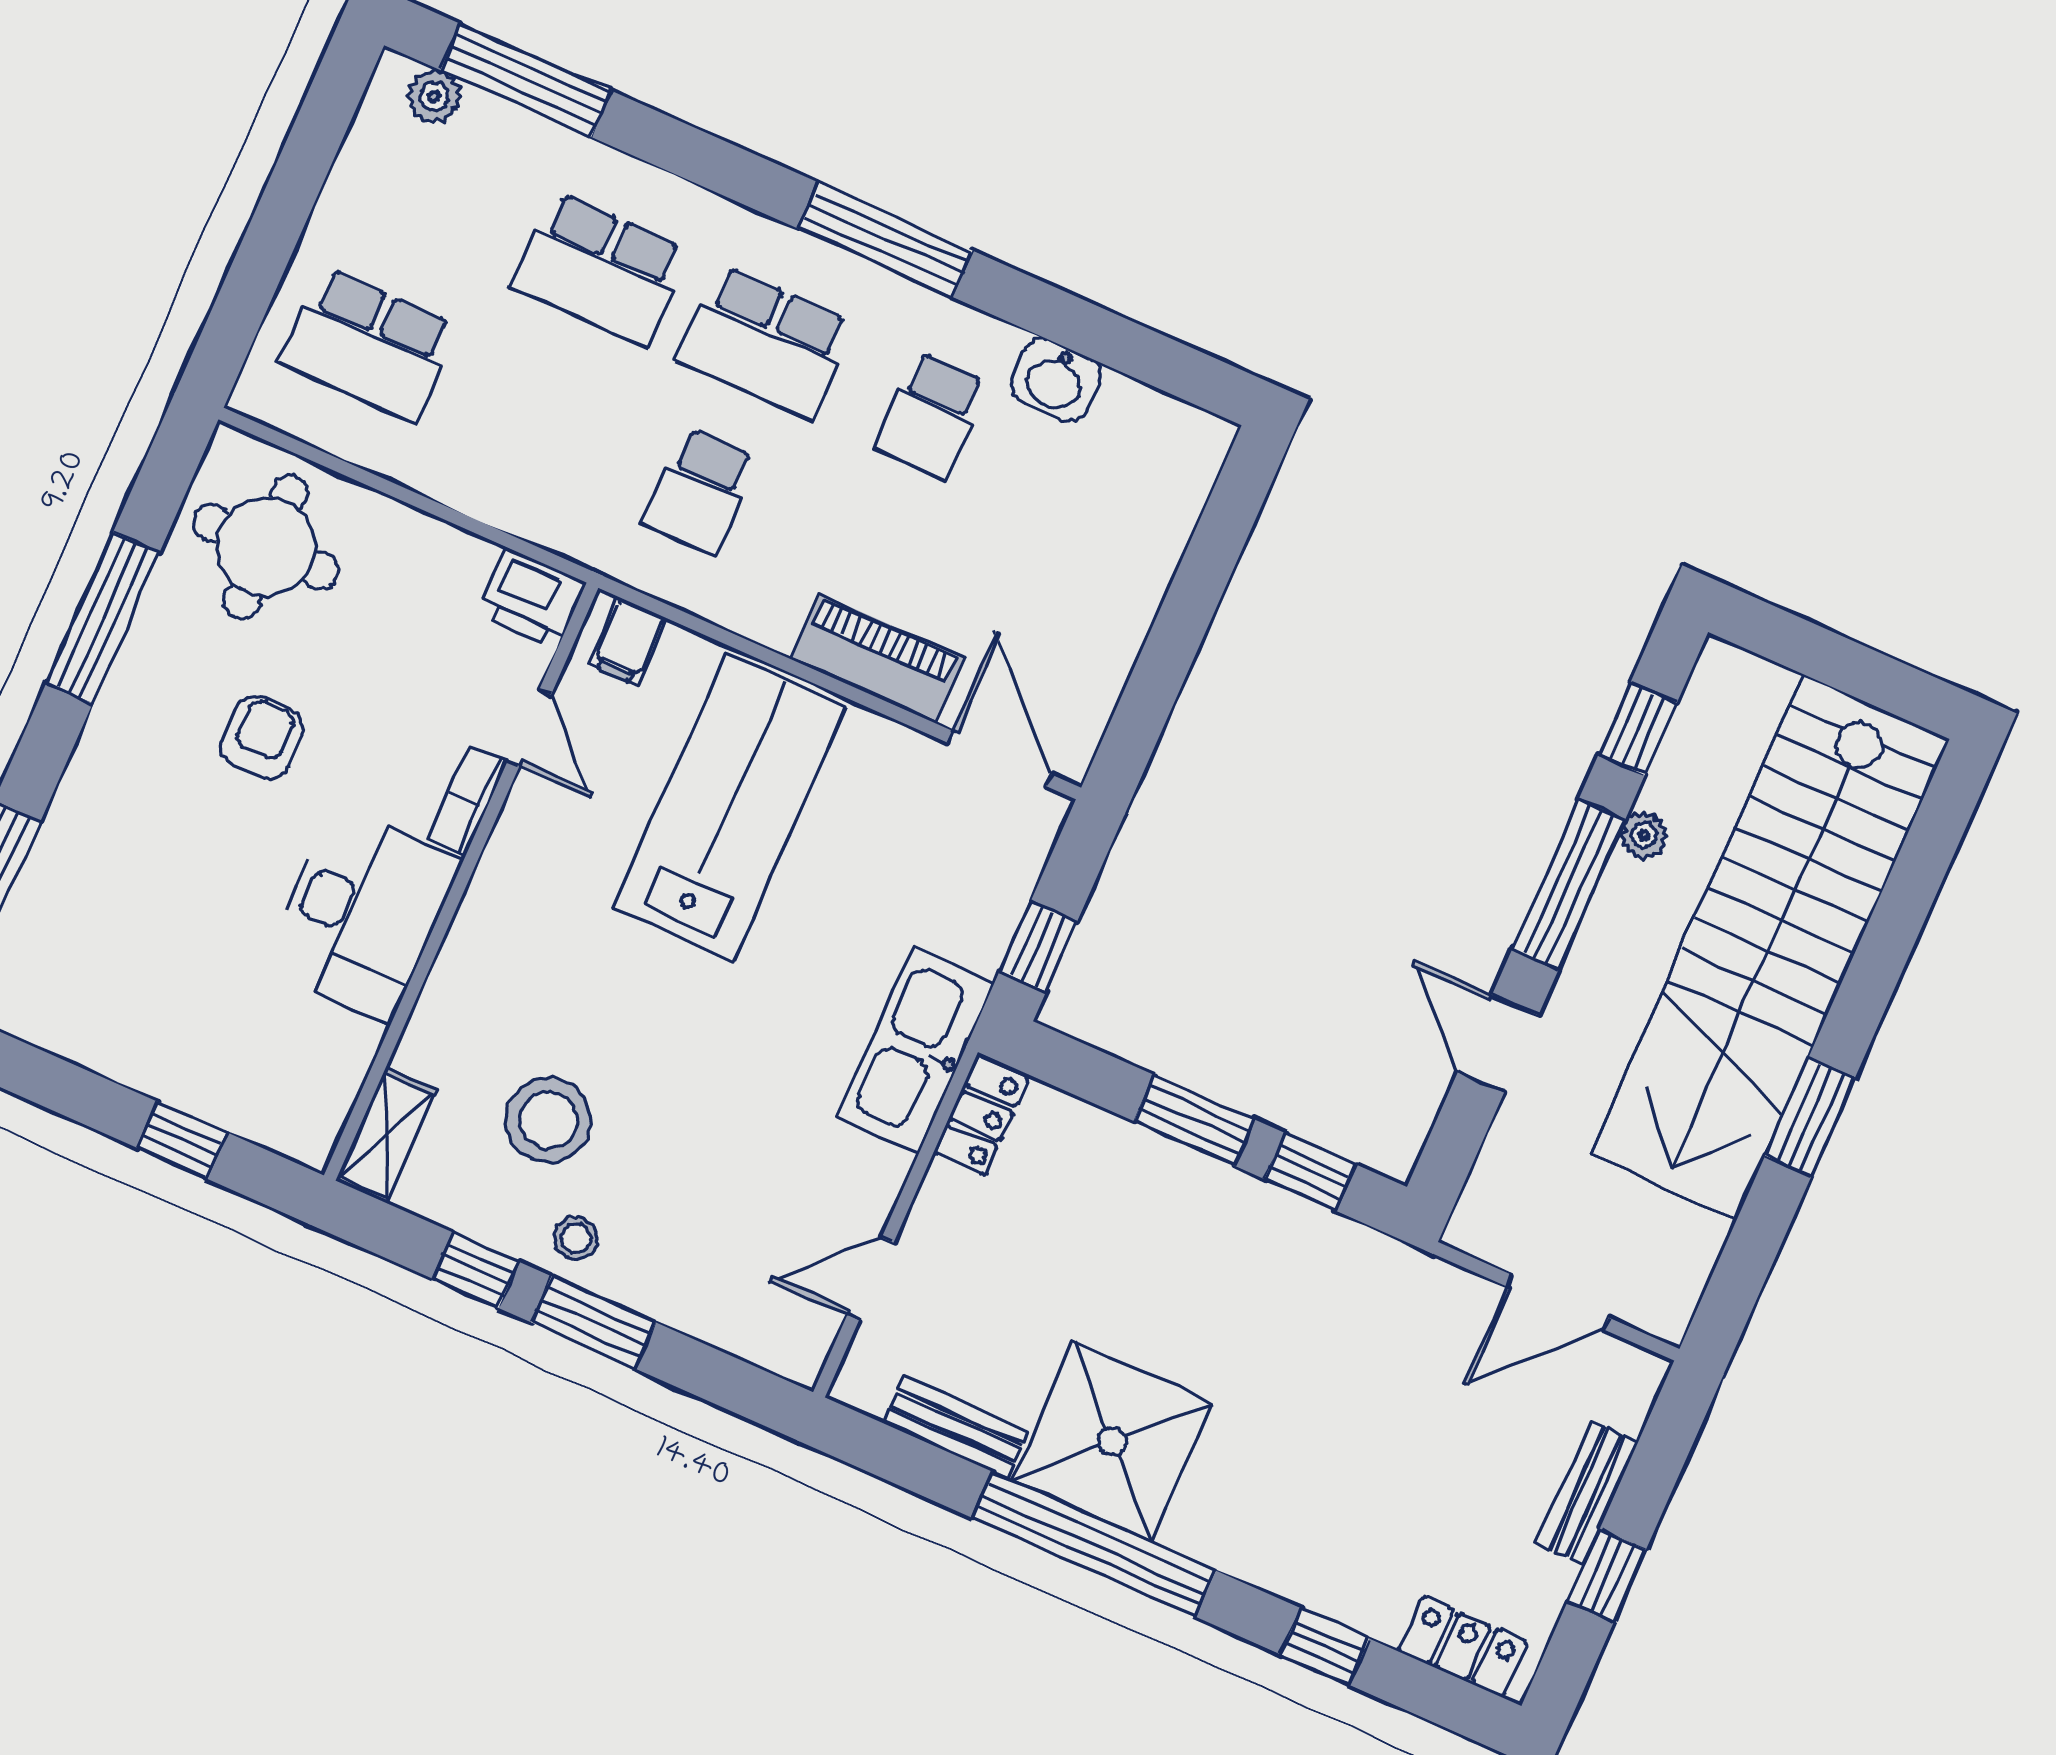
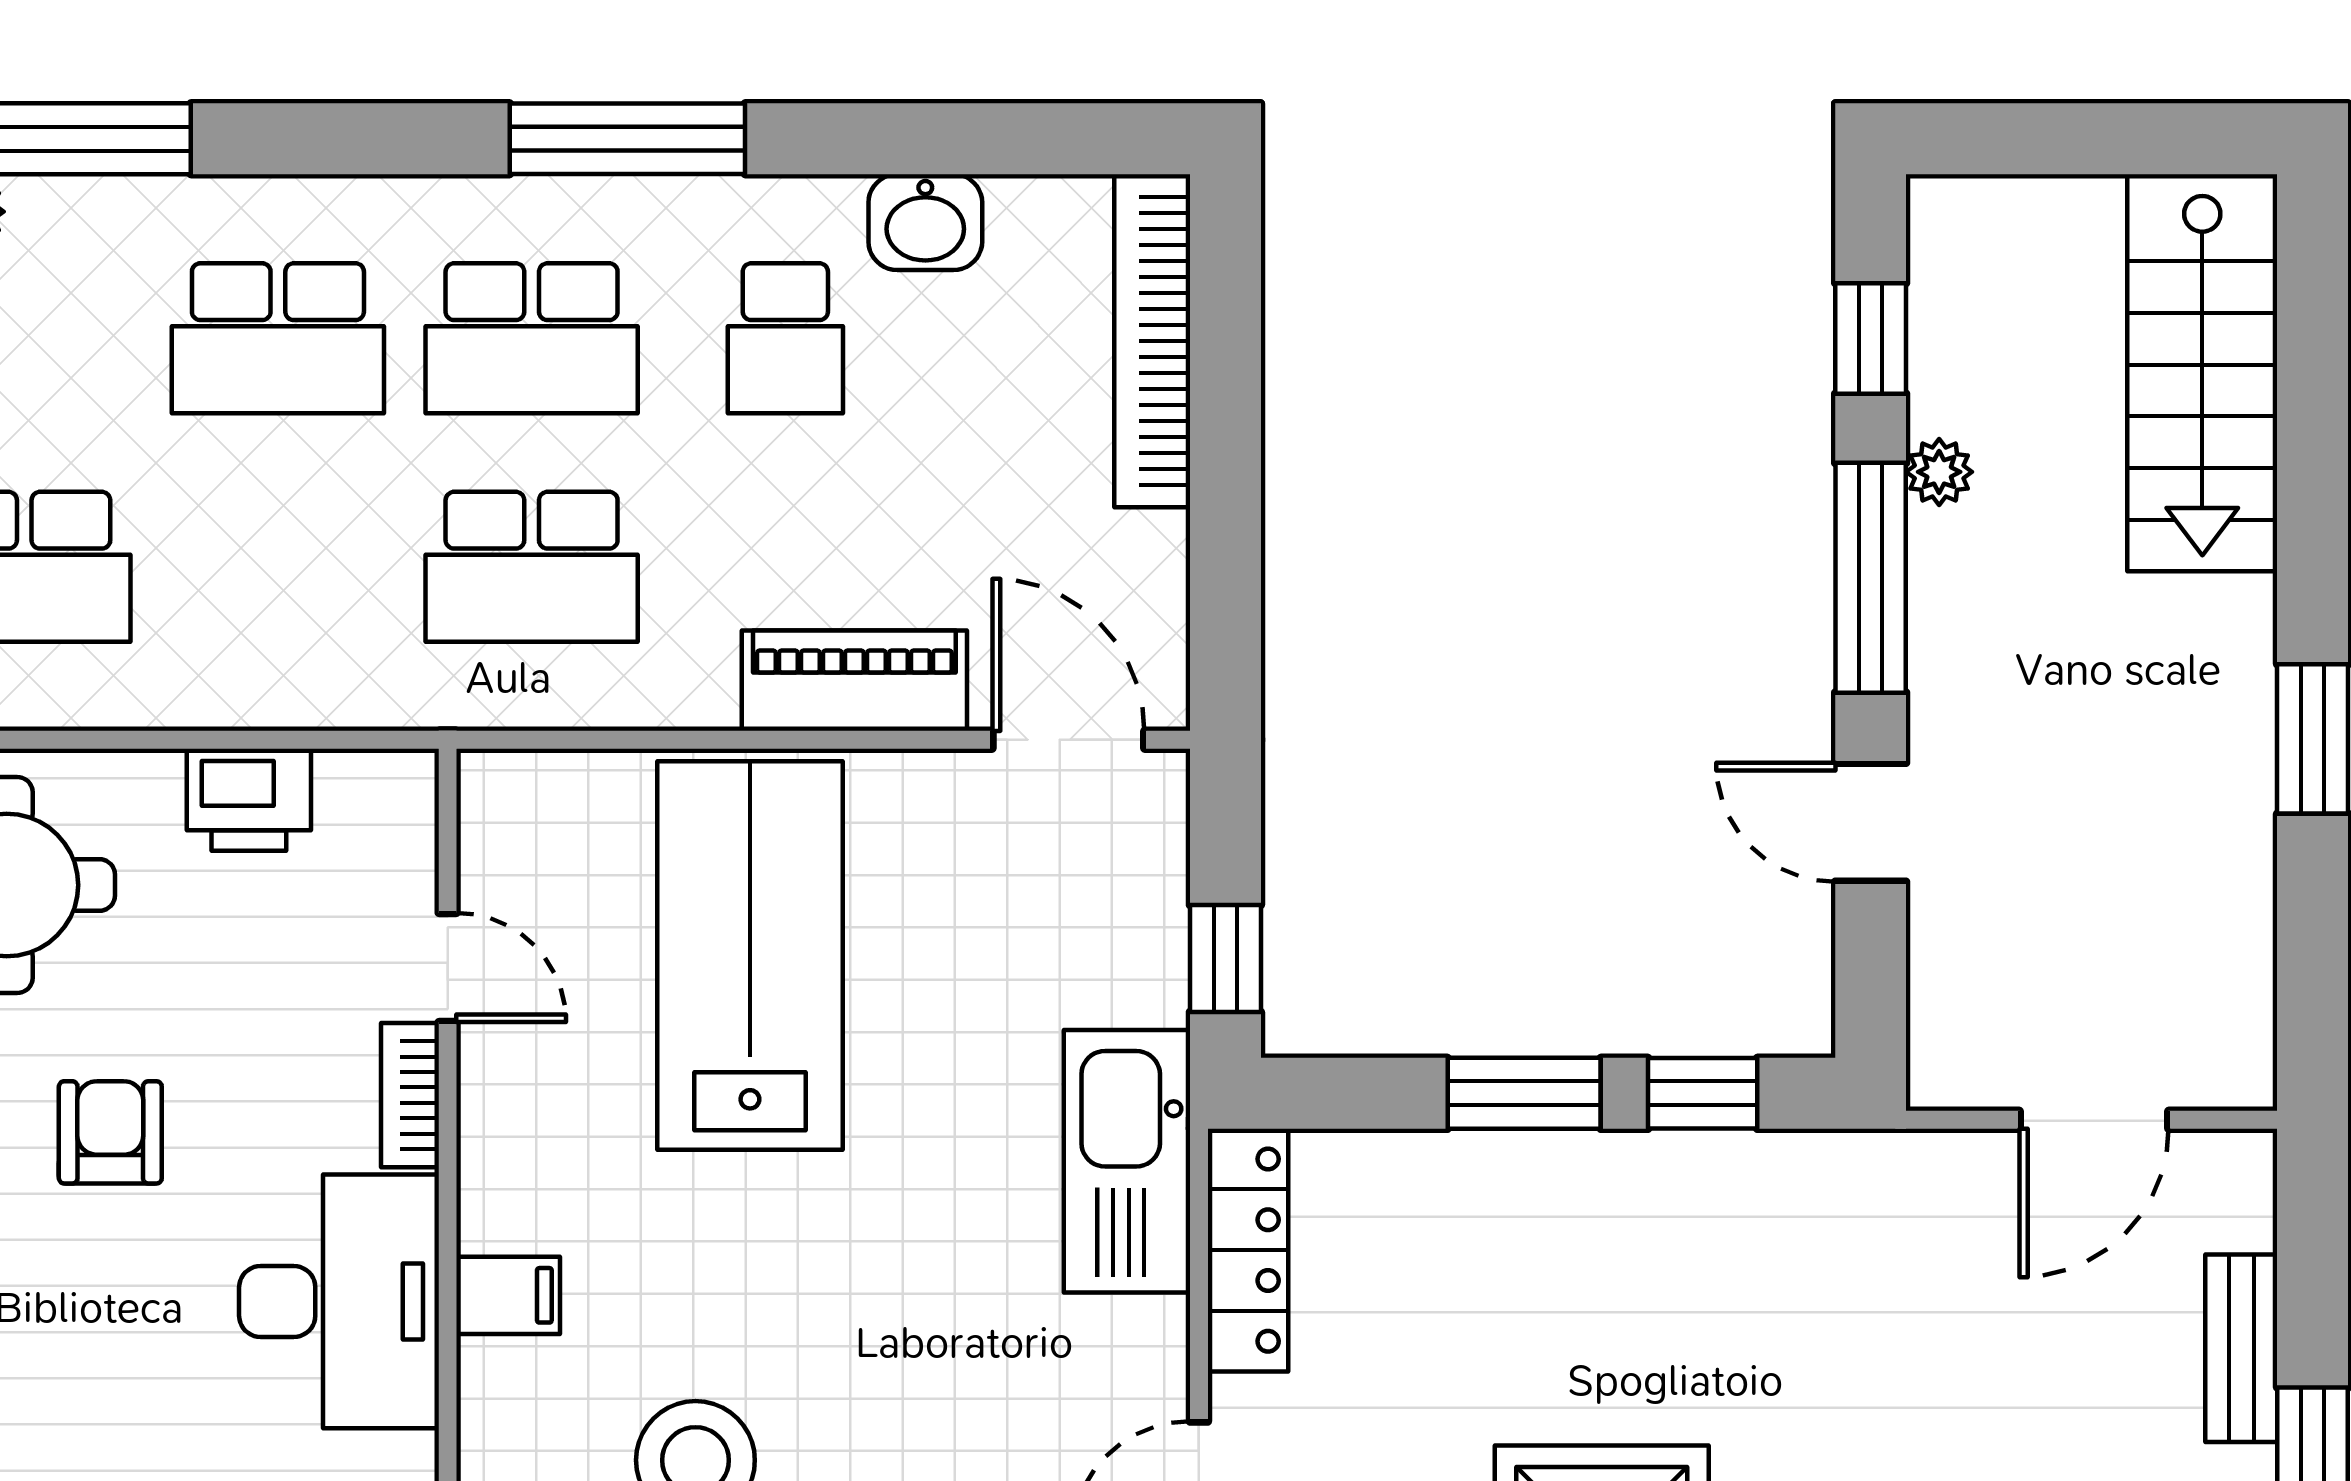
school desk: (700, 491) -> (532, 567), width x1.85
bookcase: (1169, 523) -> (1152, 341), added
printer: (532, 598) -> (249, 800), moved
filing cabinet: (628, 641) -> (508, 1295), moved, turned -90
stairs: (1770, 947) -> (2202, 373), width x0.54, depth x0.66
locker: (981, 1115) -> (1248, 1250), width x1.53

